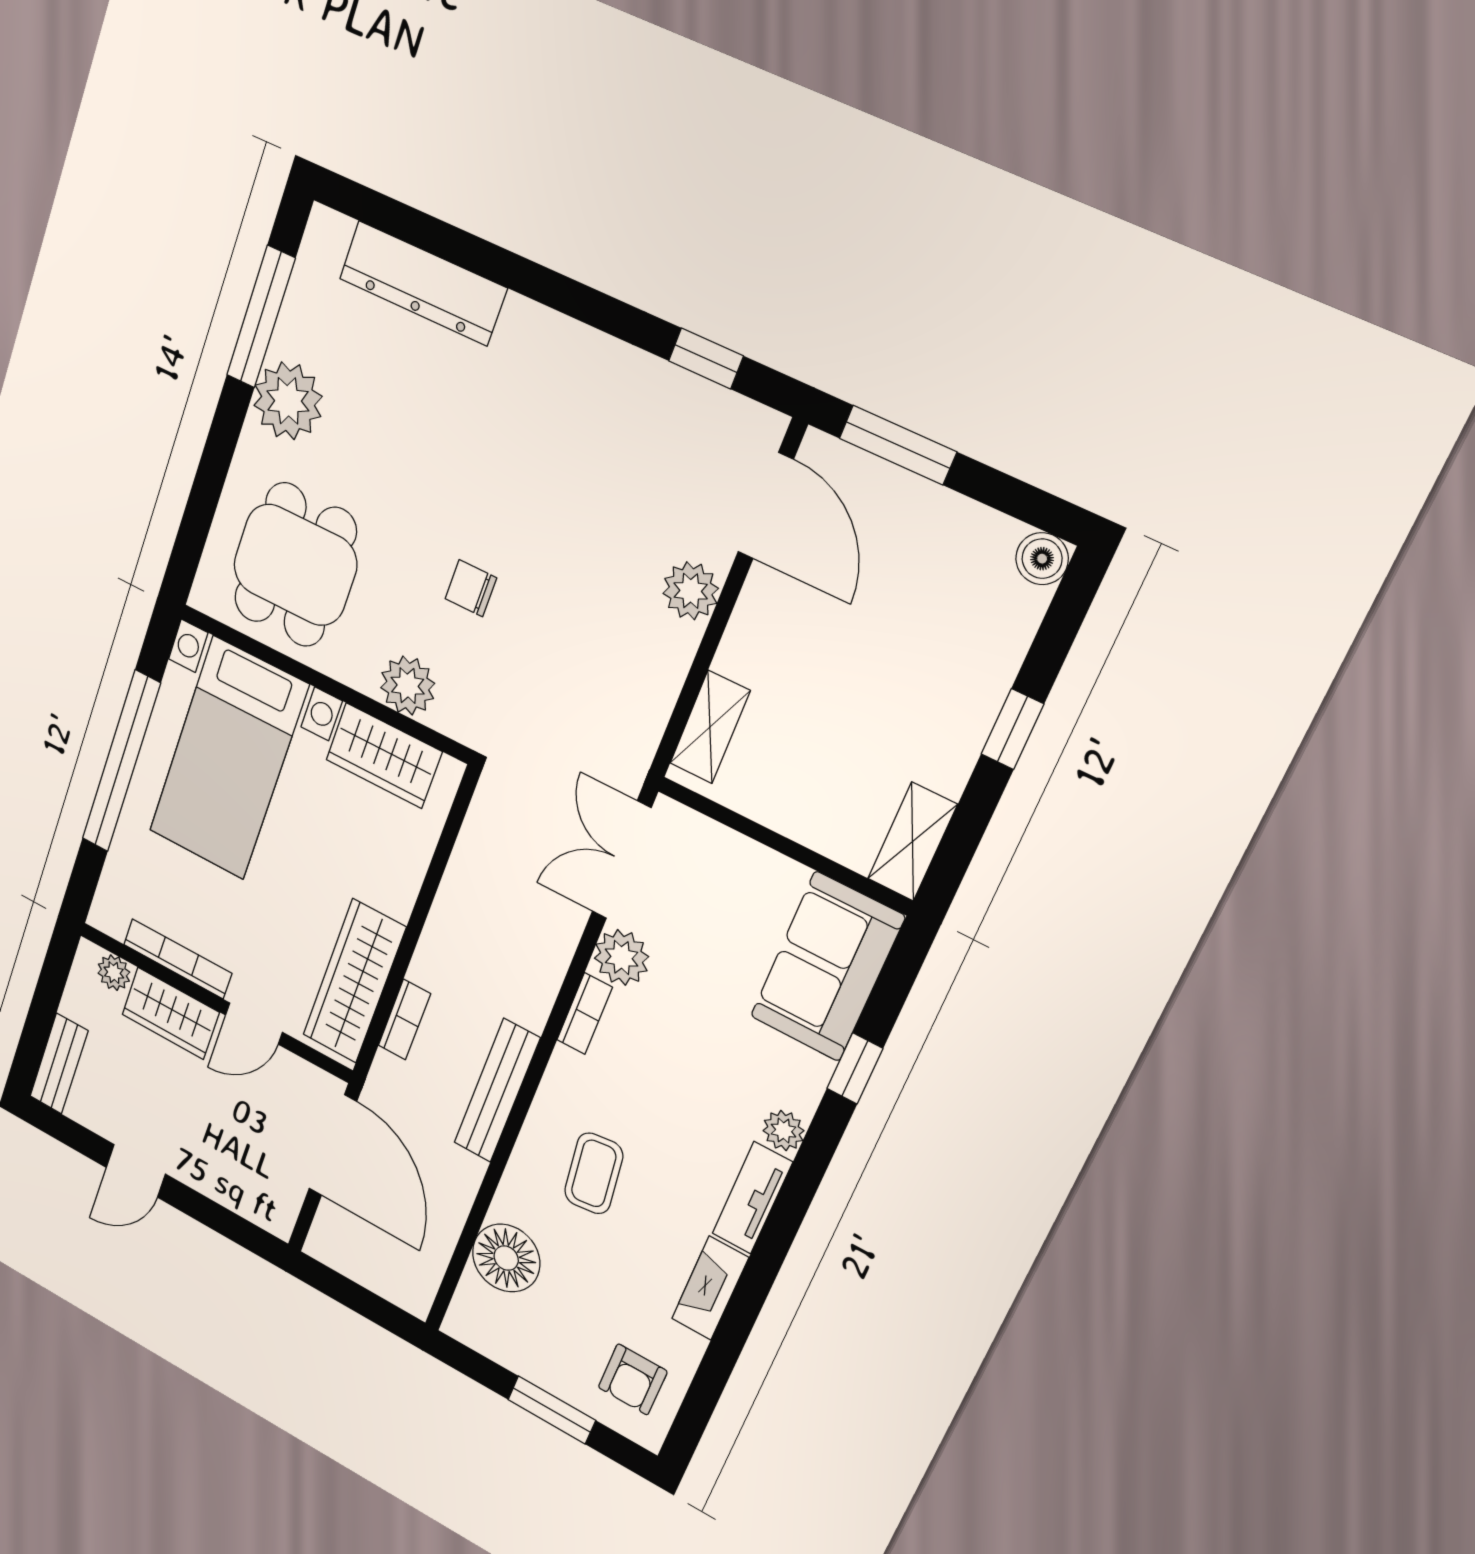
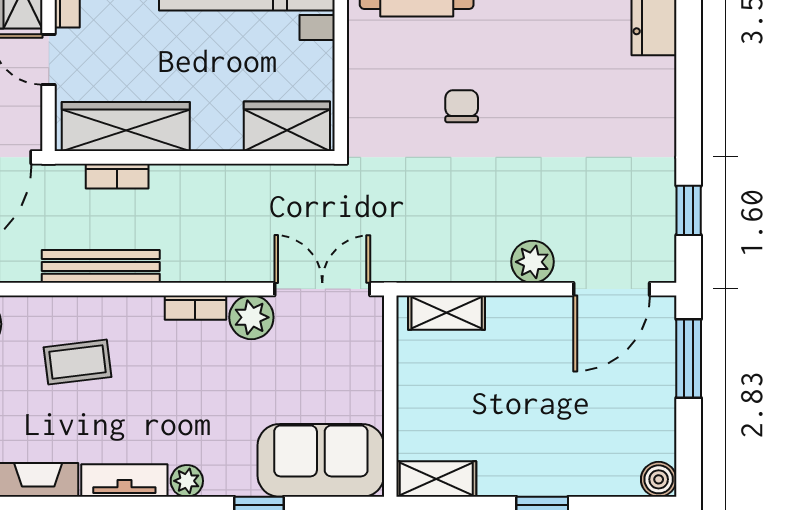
plant: (408, 686) -> (370, 85), removed
wardrobe: (384, 756) -> (287, 126), moved, turned 90

